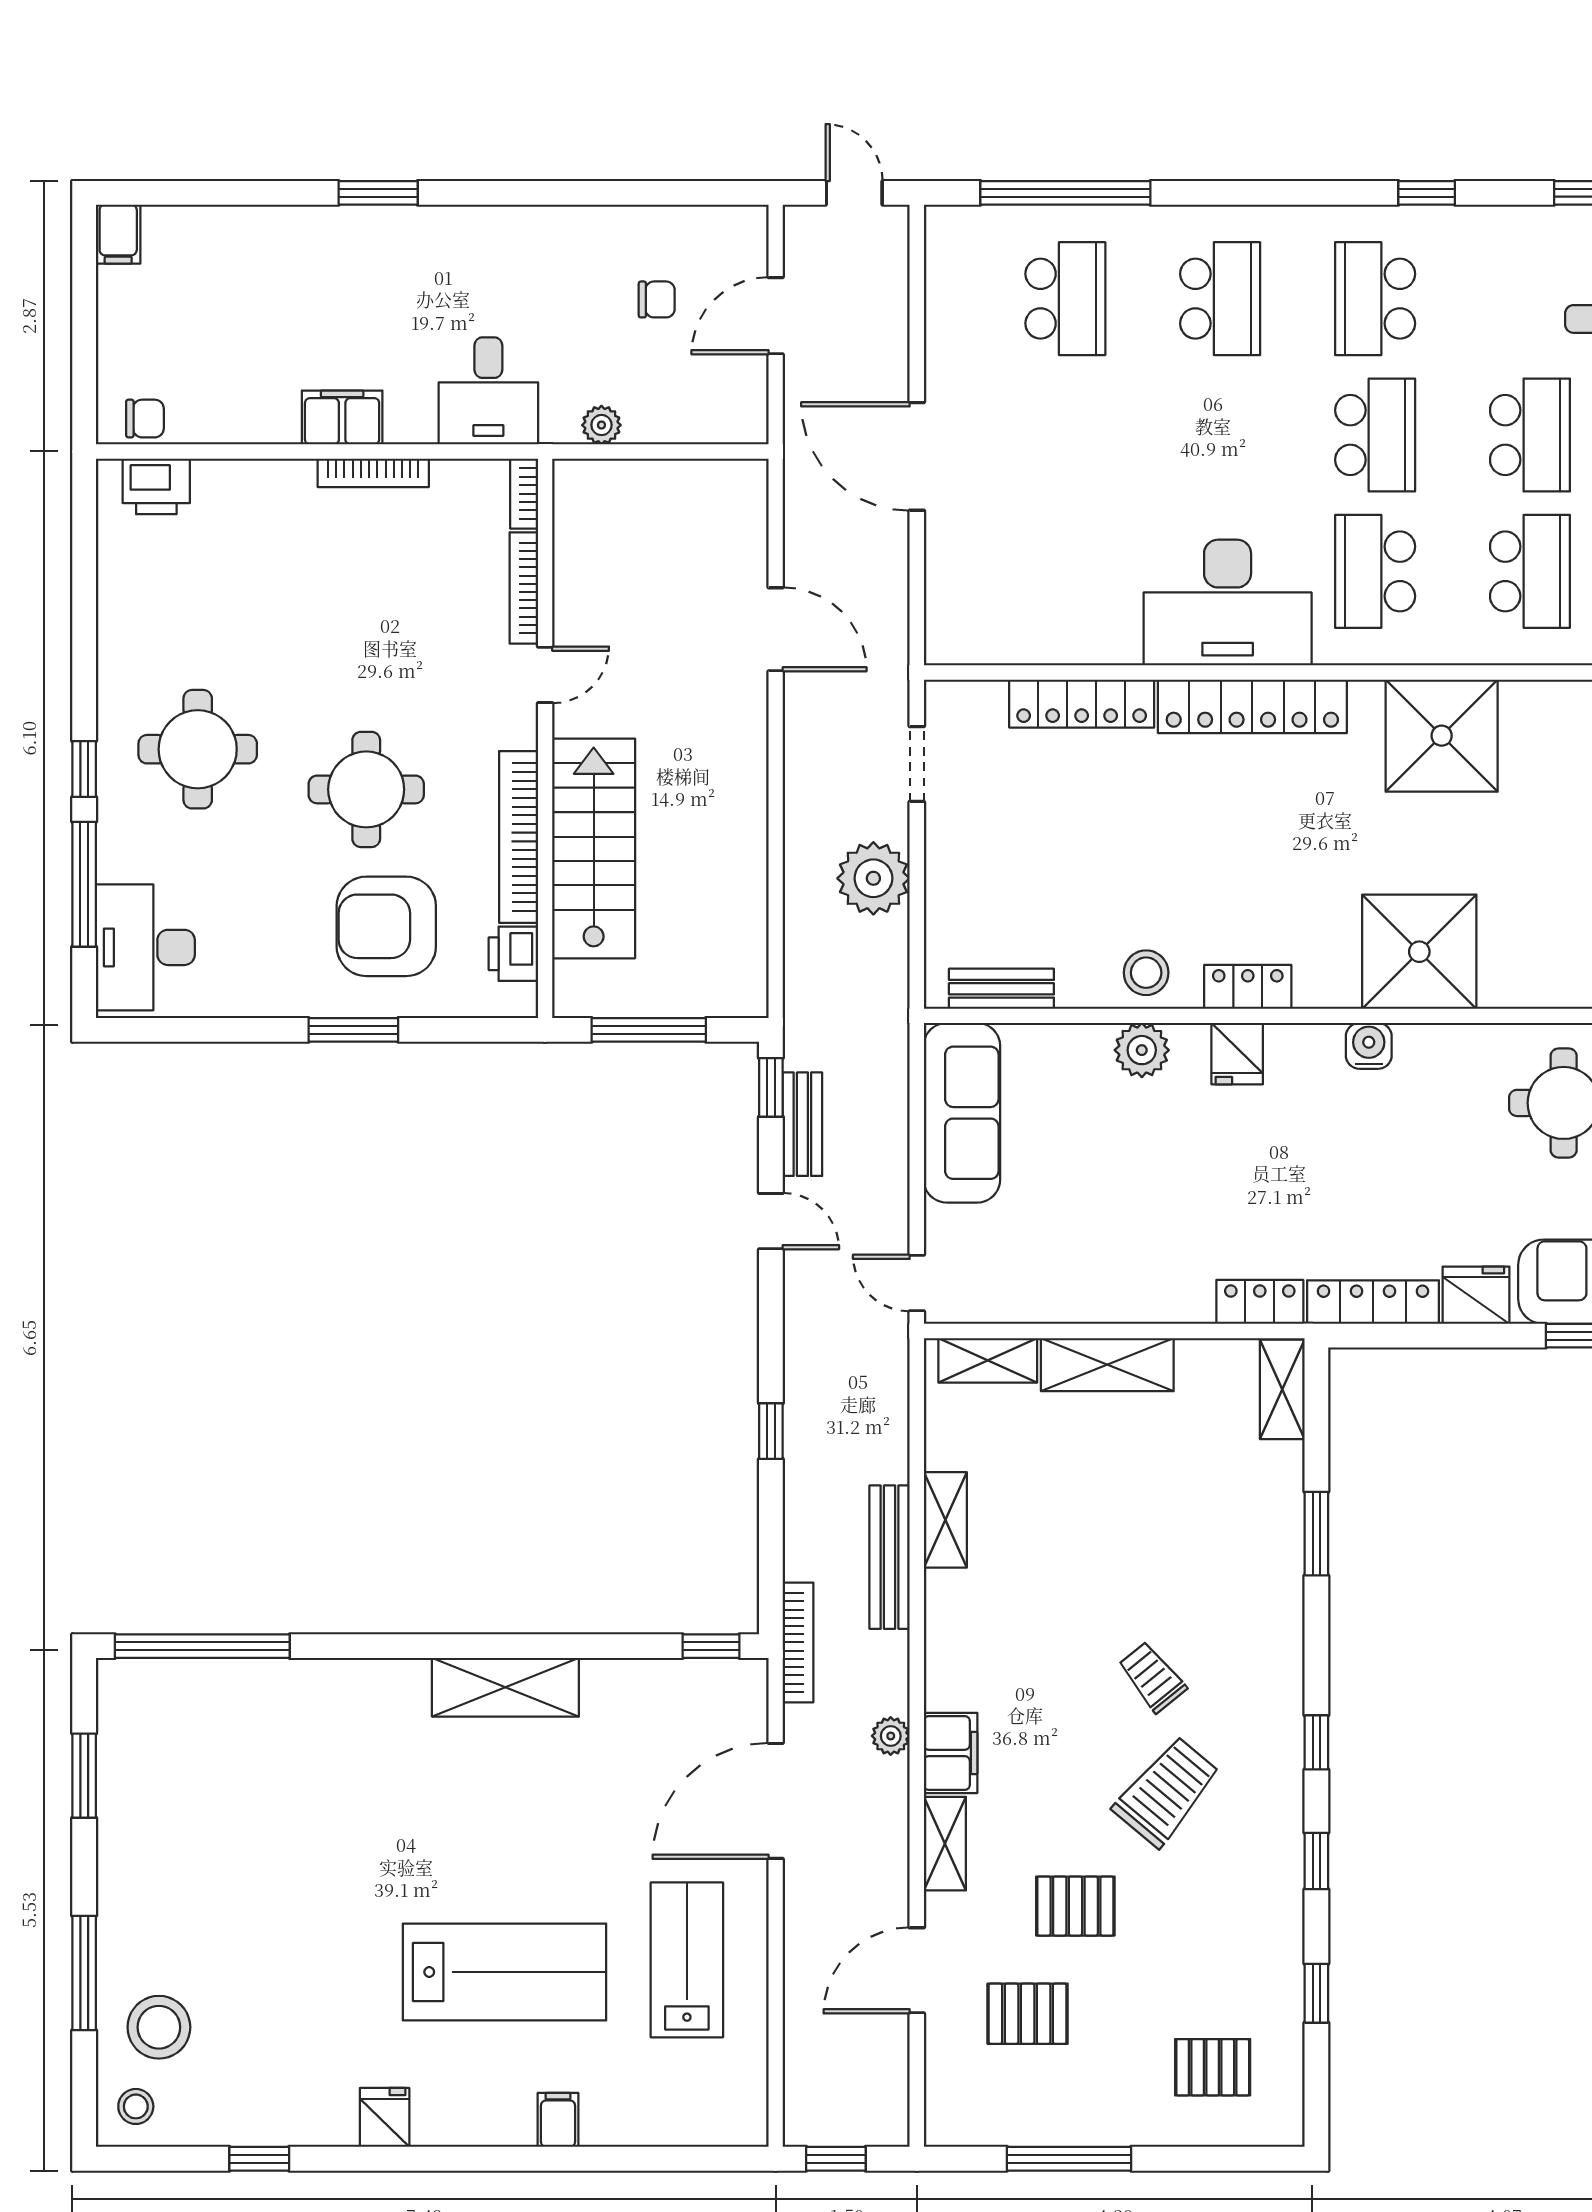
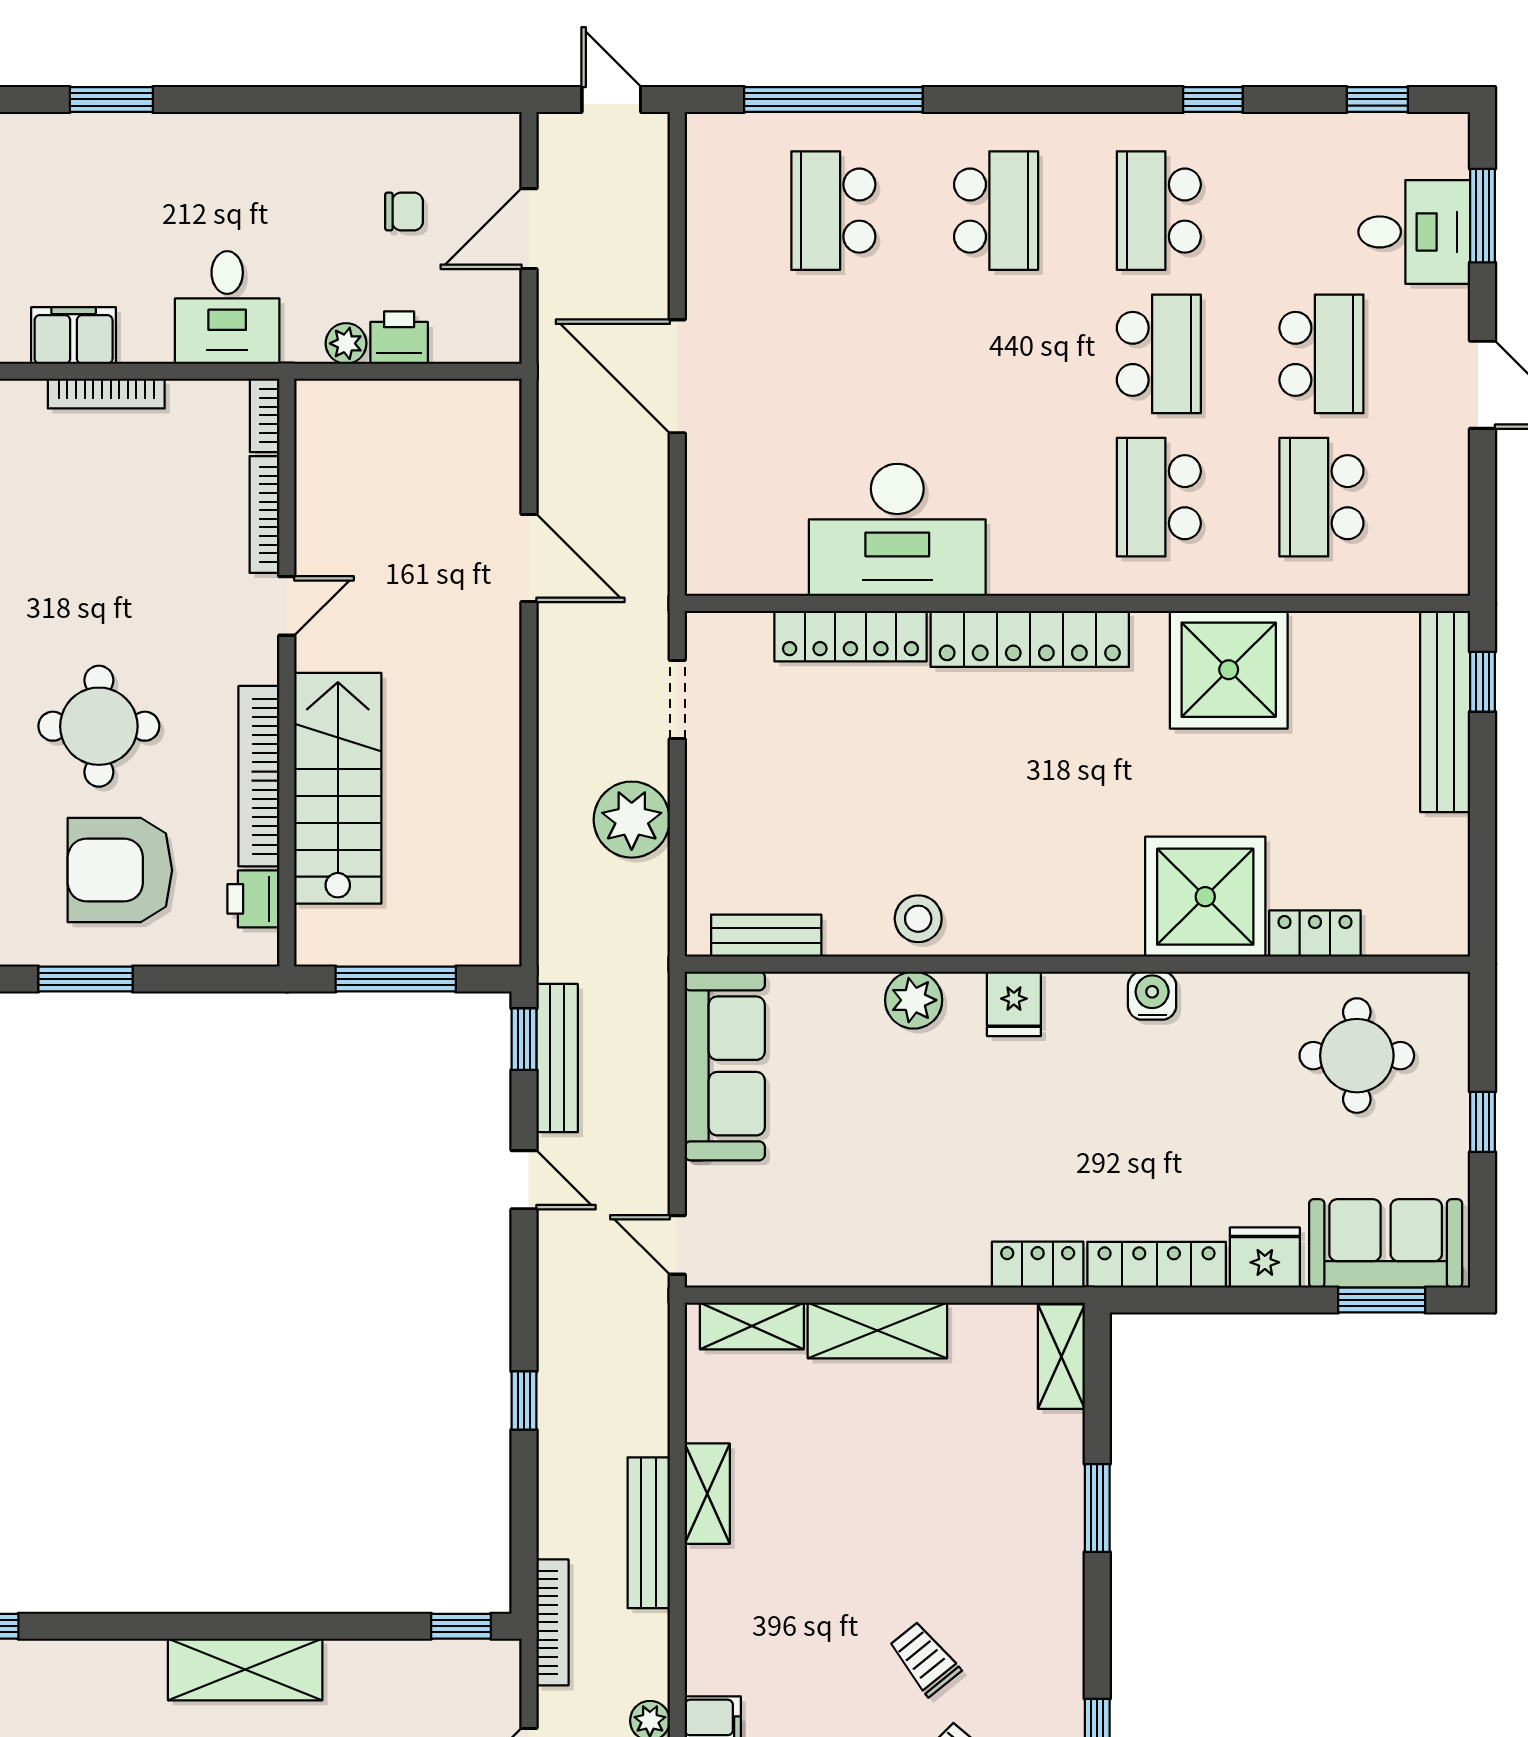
school desk: (1065, 299) -> (833, 211), turned 180
printer: (652, 420) -> (399, 338), added
school desk: (1530, 571) -> (1321, 497), turned 180
desk: (1228, 603) -> (897, 530), moved
locker: (1248, 987) -> (1315, 934), moved
bench: (802, 1124) -> (557, 1058), width x1.36

